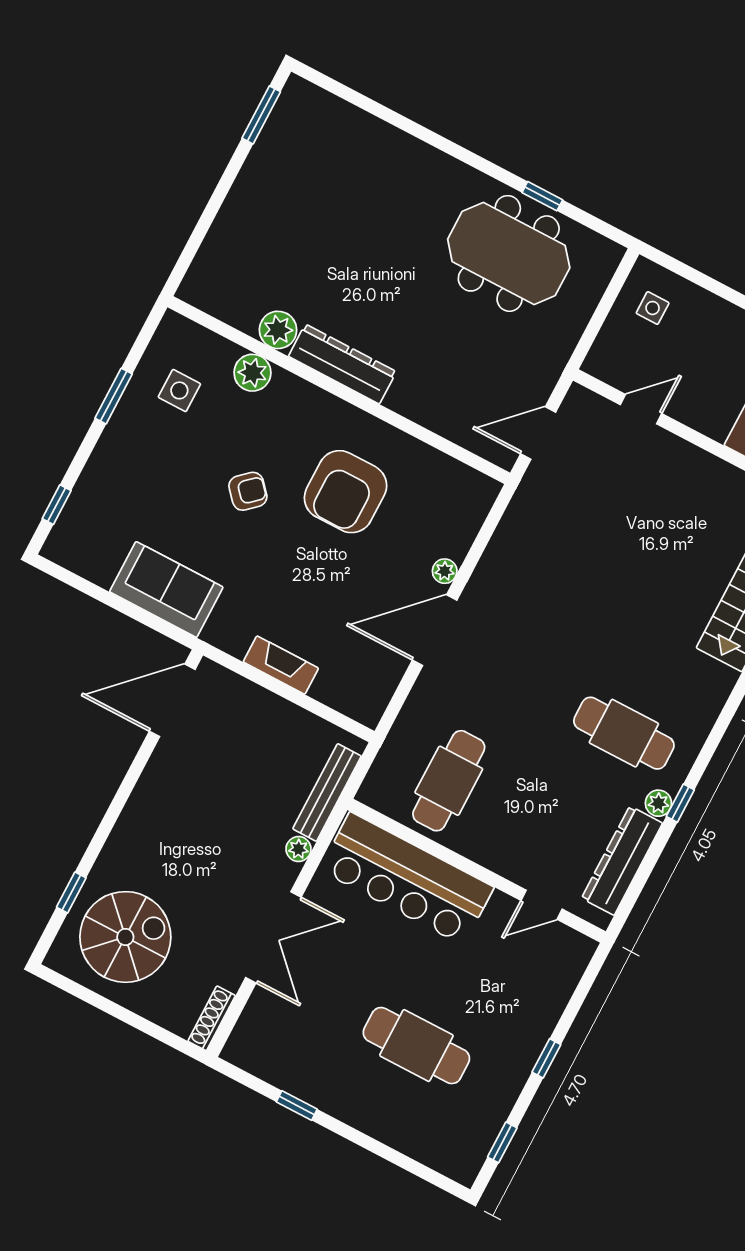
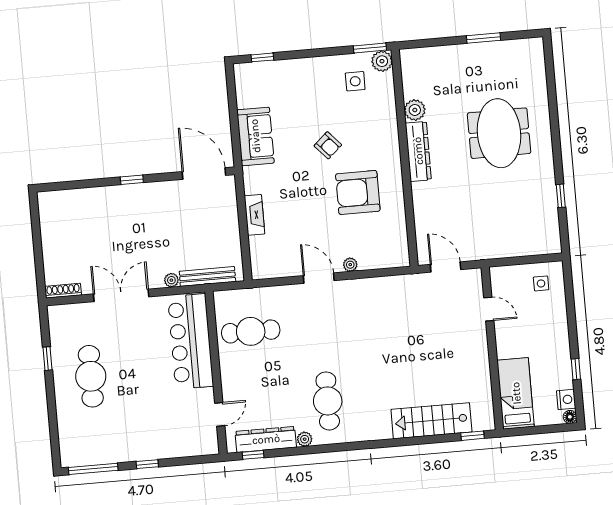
window: (261, 115) -> (483, 38), moved
meeting table: (509, 253) -> (499, 133), moved
plant: (252, 373) -> (382, 61), moved
window: (114, 396) -> (370, 48), moved
door: (435, 630) -> (319, 278), width x0.73
window: (680, 803) -> (253, 455), moved
window: (71, 893) -> (132, 180), moved
door: (542, 905) -> (220, 414), swing flipped
spiral stairs: (125, 937) -> (76, 224), removed
double door: (273, 937) -> (121, 295), swing flipped
cafe table: (416, 1046) -> (91, 376), moved
window: (502, 1142) -> (93, 469), width x2.17

